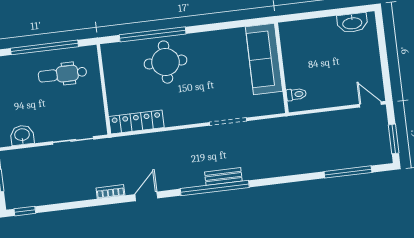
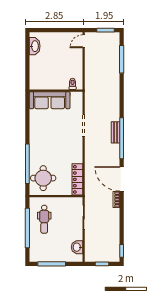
round table: (165, 62) -> (43, 178), moved
door: (146, 196) -> (122, 179), width x1.88

